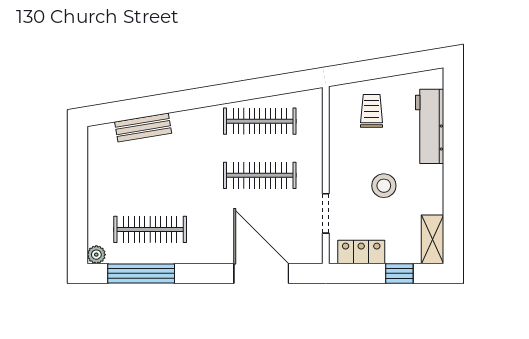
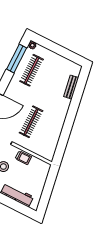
trolley: (372, 111) -> (23, 158), moved
clothes rail: (260, 121) -> (51, 132), removed

